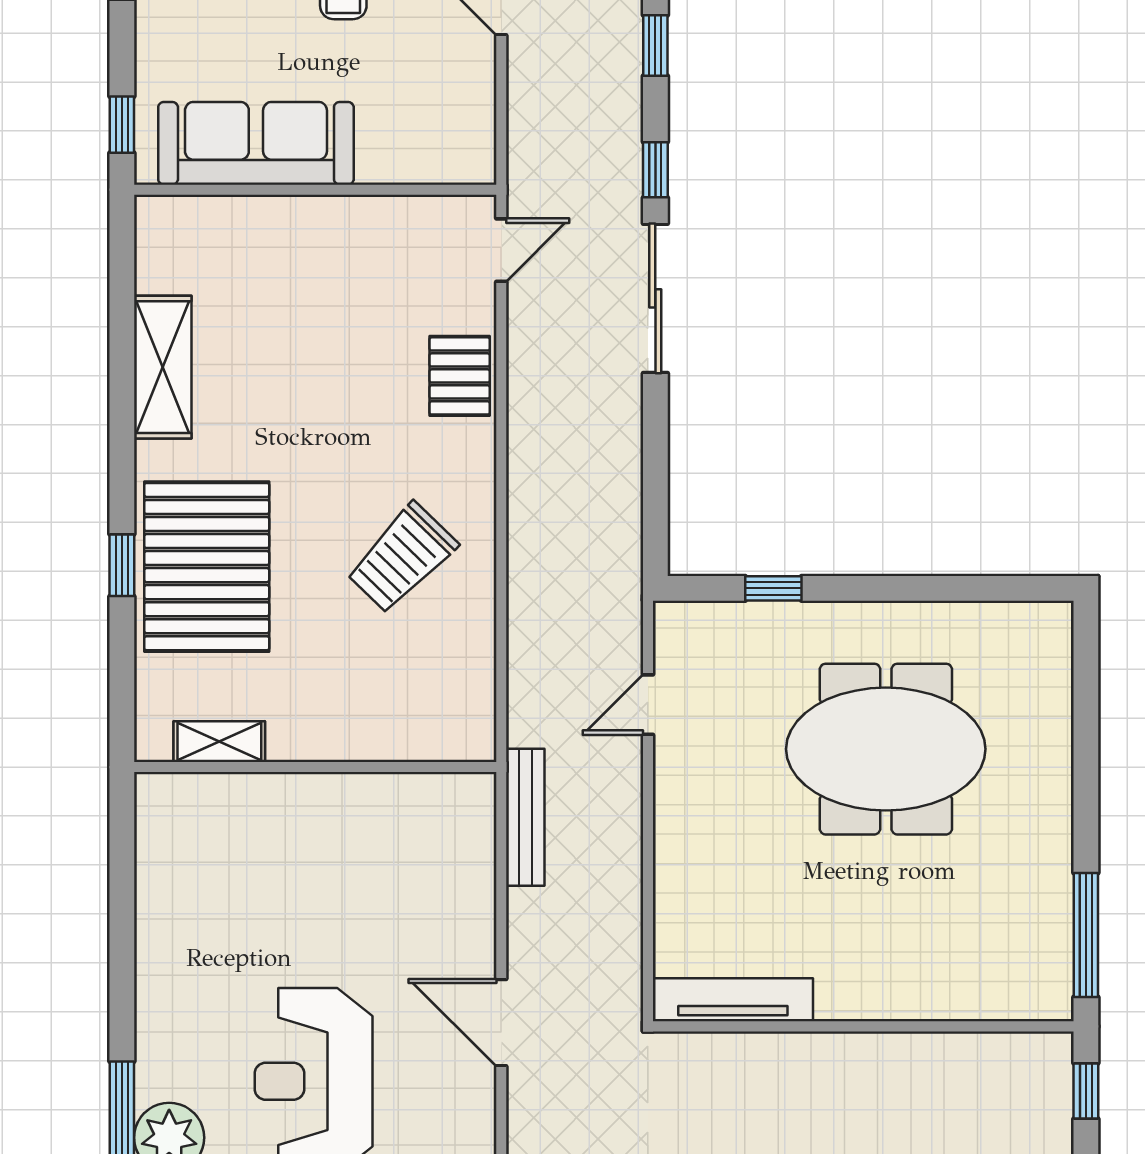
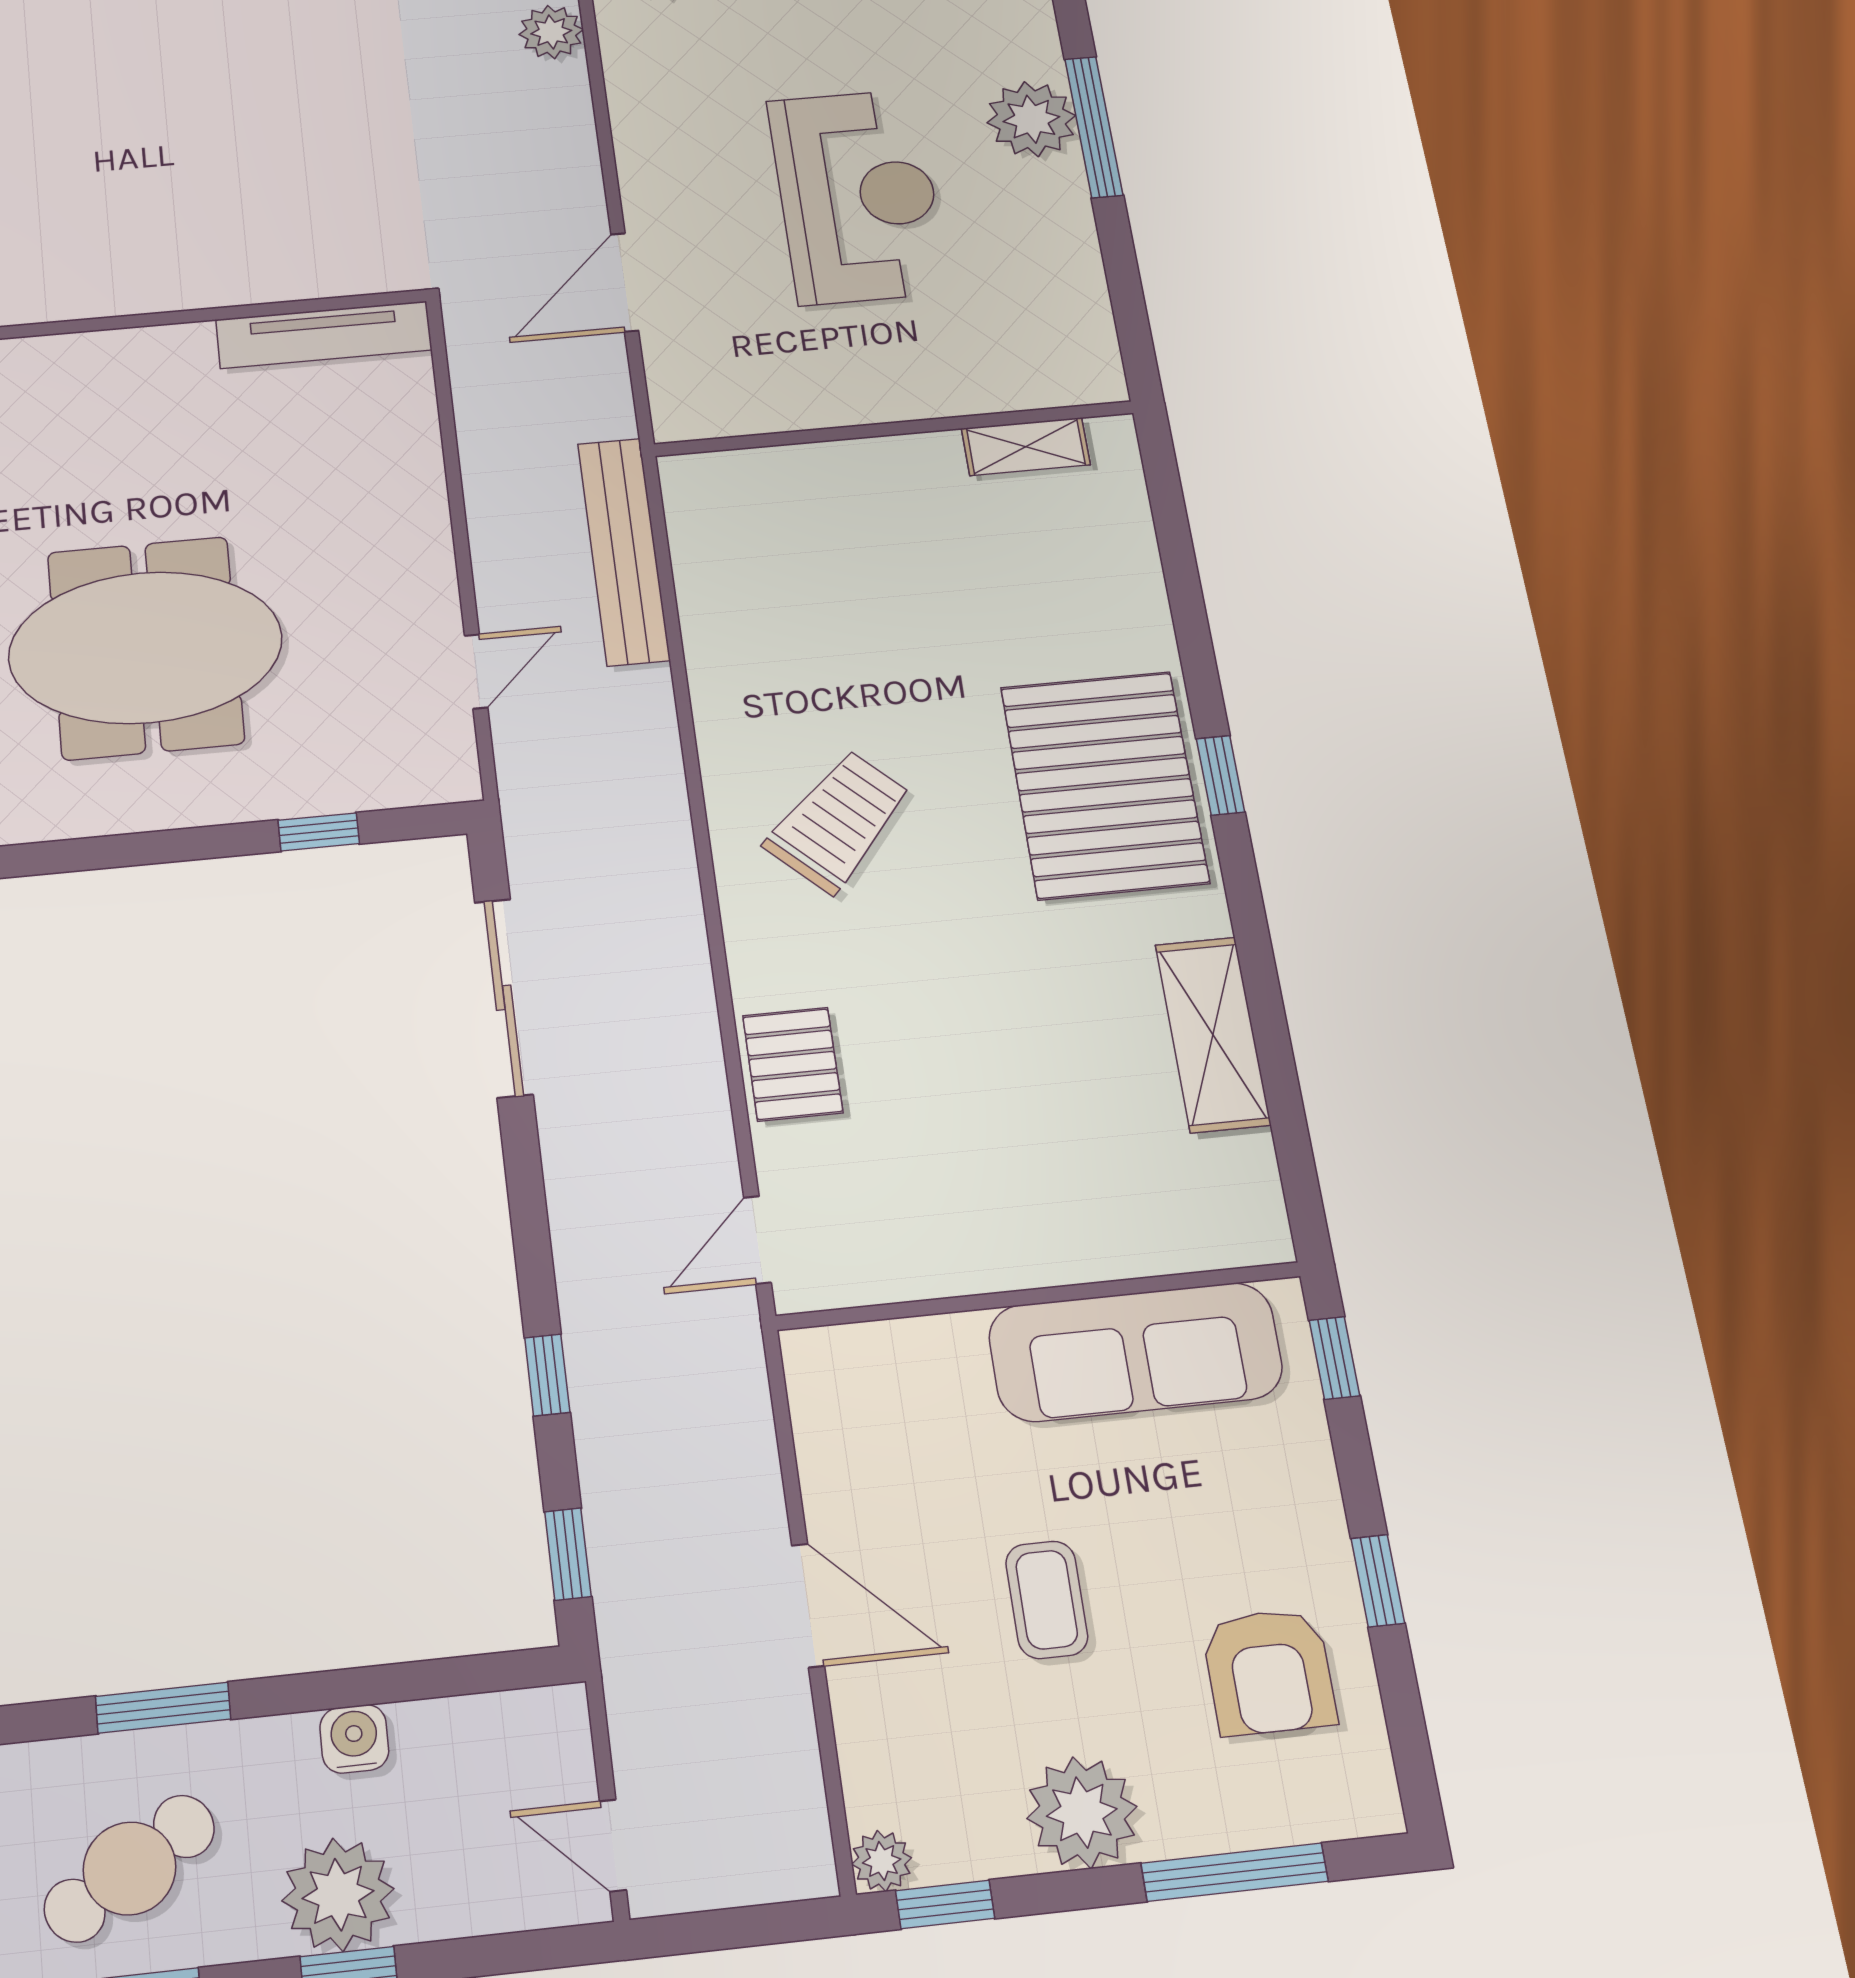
sliding door: (655, 298) -> (504, 998), moved
shelving: (219, 742) -> (1026, 447), moved
wall: (315, 767) -> (894, 429), moved
bench: (525, 817) -> (624, 551), width x1.37, depth x1.21
door: (501, 1023) -> (625, 282), swing flipped

